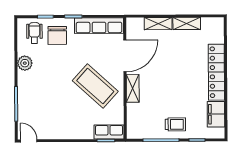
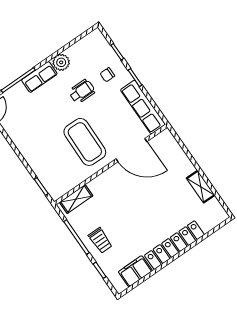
shelving: (158, 24) -> (182, 160), removed
wheelchair: (34, 33) -> (82, 91), moved
chair: (57, 35) -> (107, 75), width x0.54, depth x0.54
coffee table: (95, 86) -> (85, 142), turned -41
shelving: (133, 88) -> (76, 199), moved
row of seats: (109, 132) -> (39, 77), moved, turned 90

